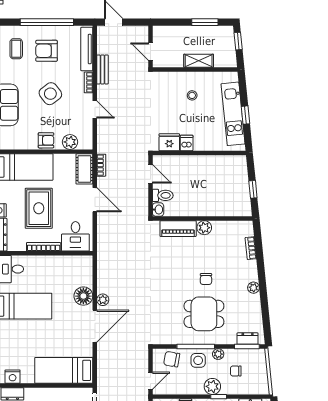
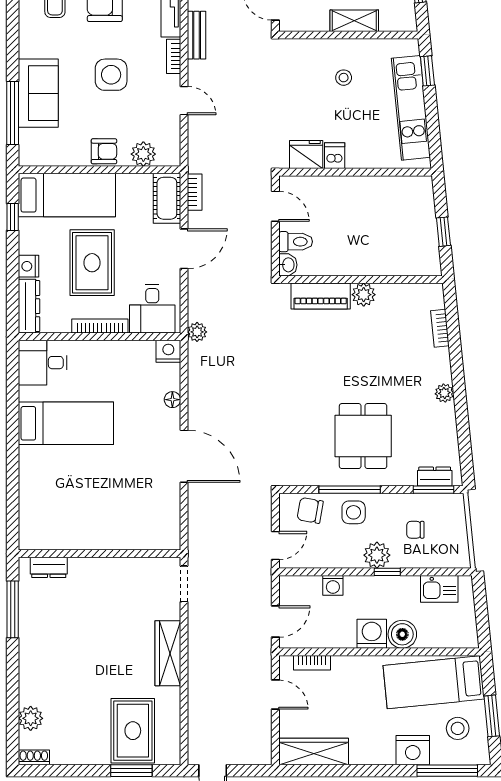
side table: (50, 94) -> (111, 75), turned 37
window: (245, 115) -> (427, 71), moved
door: (95, 200) -> (184, 249), hinge flipped
chair: (206, 279) -> (366, 379), removed
floor lamp: (83, 296) -> (172, 400), width x0.53, depth x0.53
plant: (103, 300) -> (197, 332), moved
dining table: (204, 314) -> (363, 436), turned 90
door: (95, 326) -> (184, 456), hinge flipped
plant: (218, 354) -> (386, 502), removed
bed: (64, 370) -> (133, 529), removed
nightstand: (13, 377) -> (168, 351), moved, turned 180

